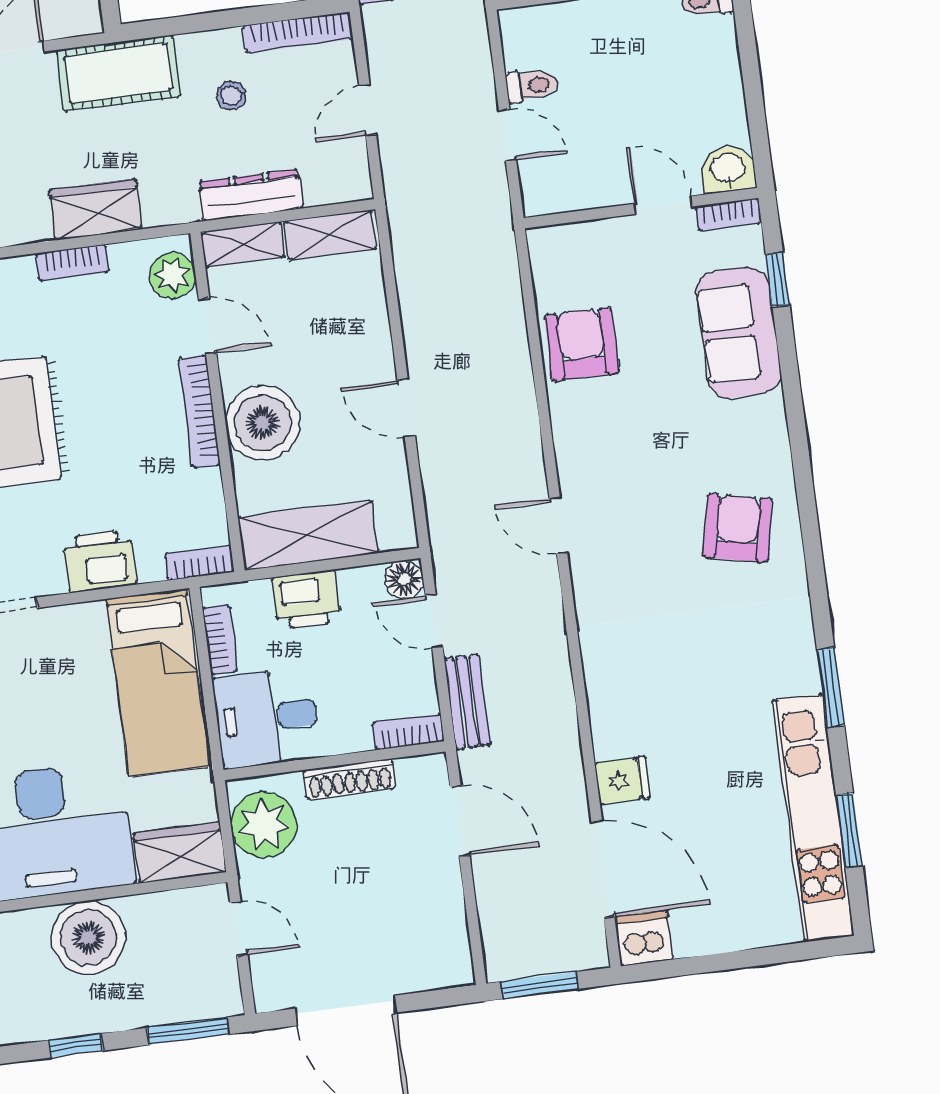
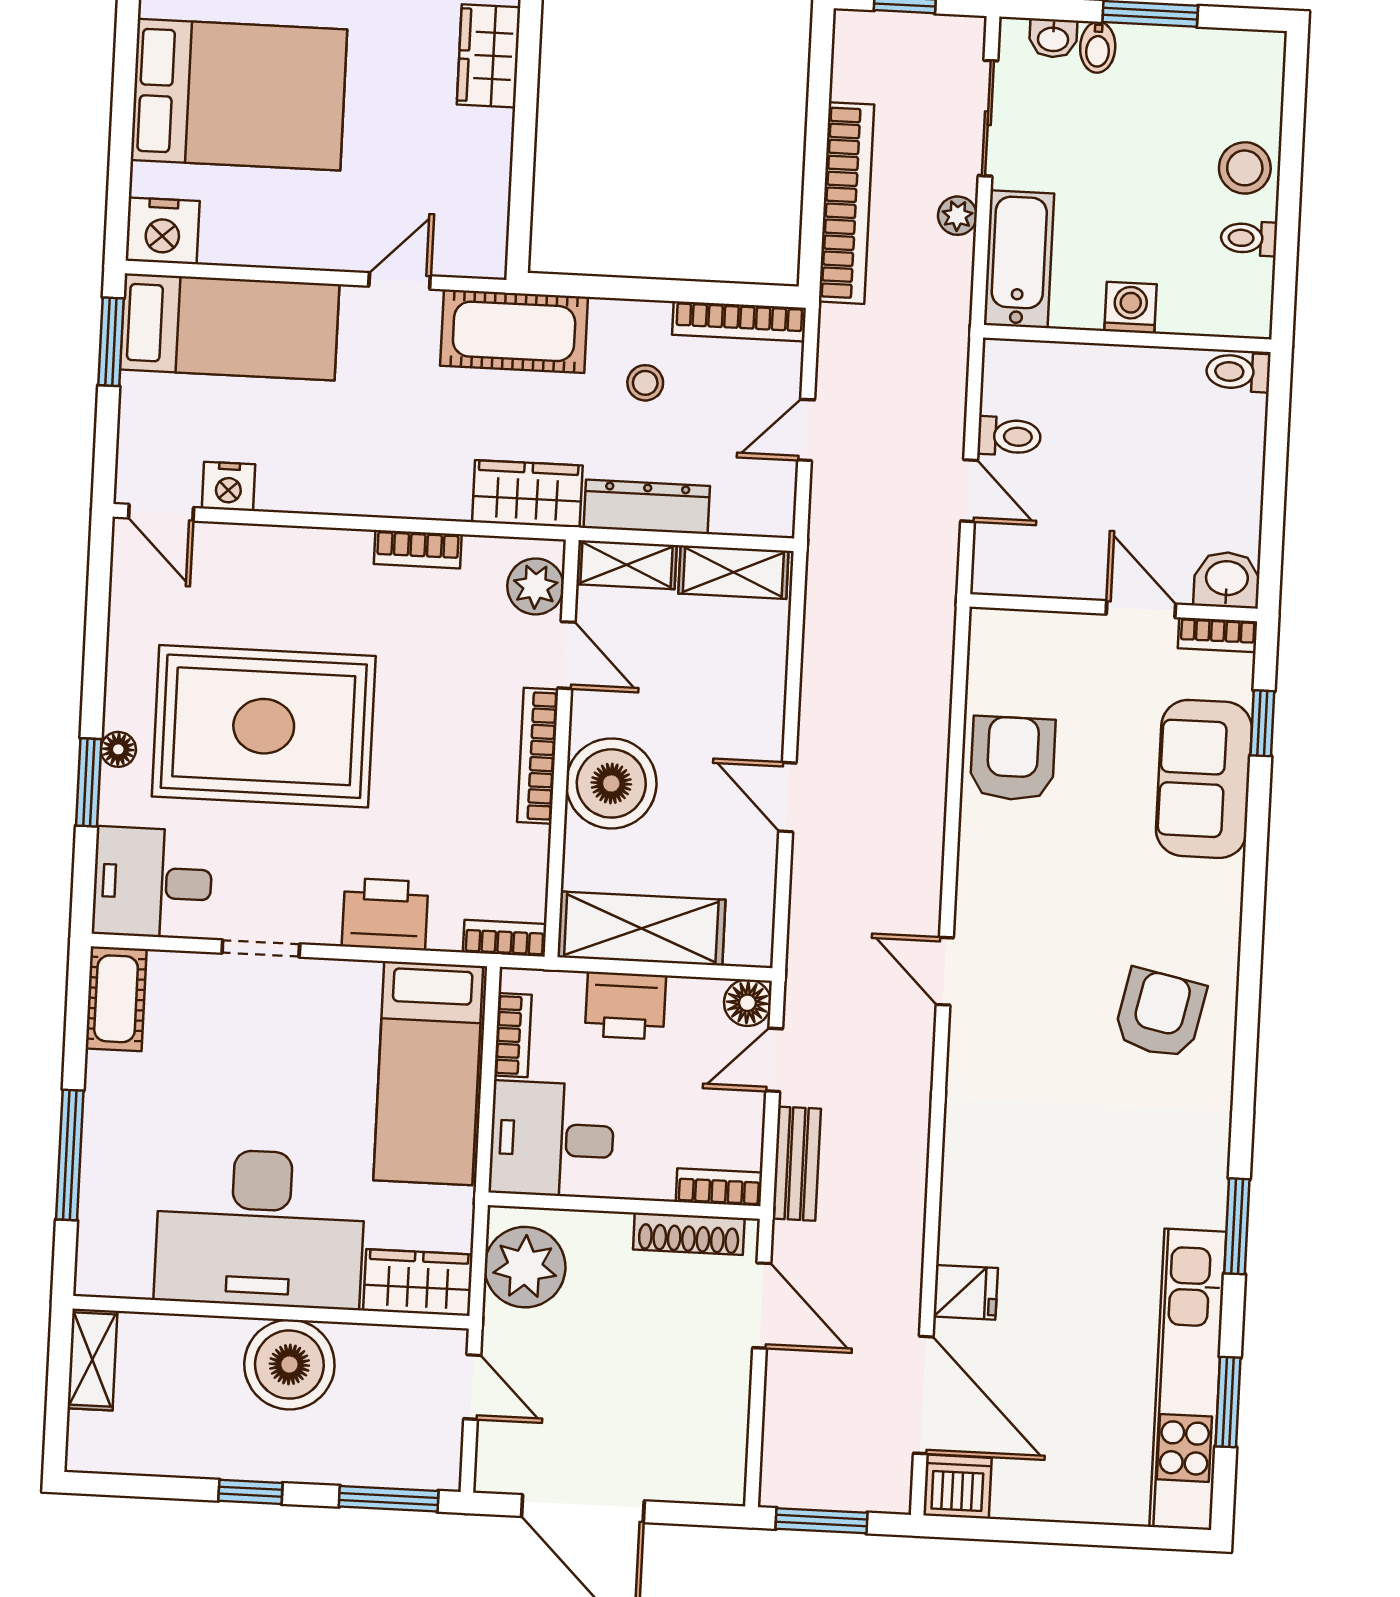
wardrobe: (95, 210) -> (527, 494), moved
door: (434, 621) -> (774, 1060), hinge flipped
shoe rack: (350, 779) -> (689, 1234), moved

